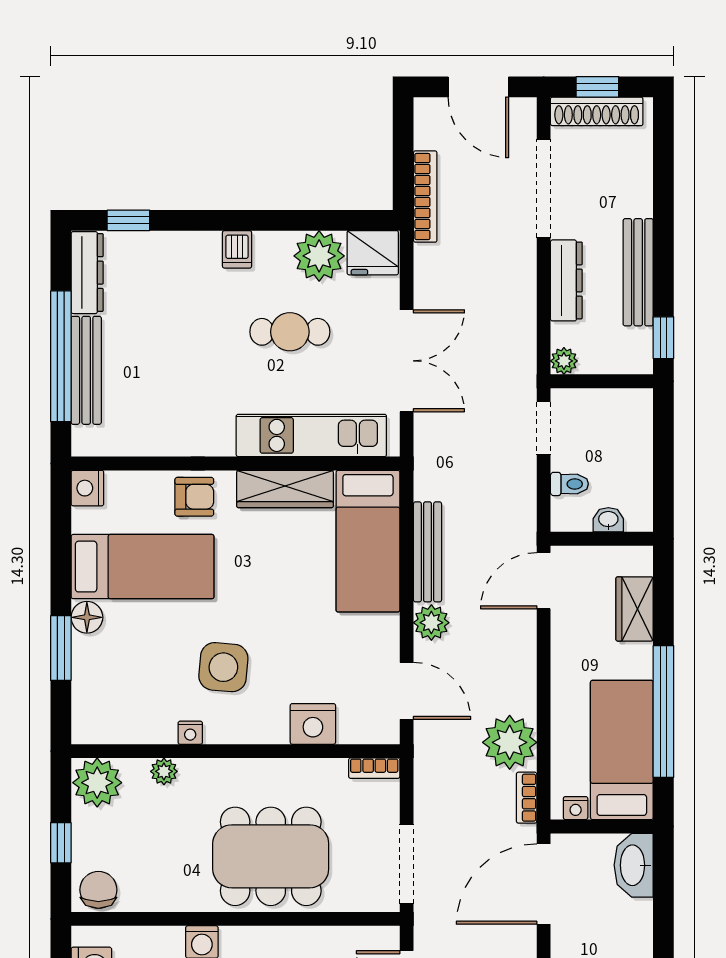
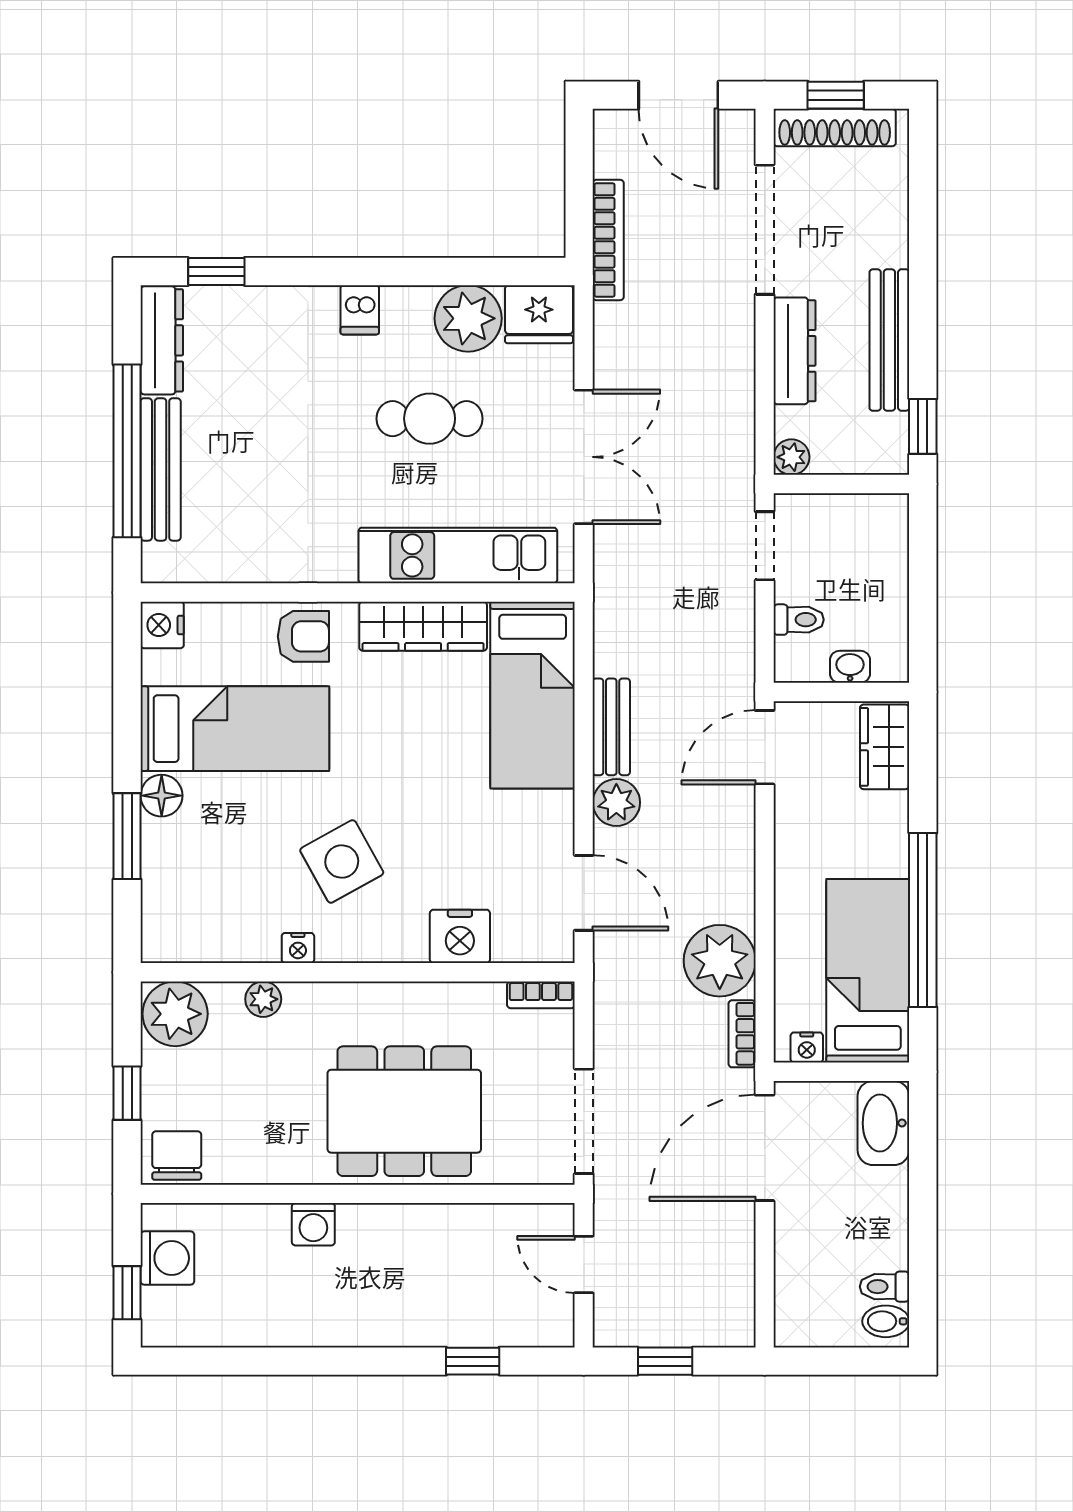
bench: (427, 552) -> (611, 727), width x0.73
wardrobe: (635, 609) -> (885, 747), moved
side table: (223, 667) -> (342, 861), turned -34

